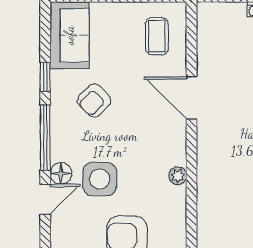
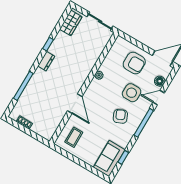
window: (45, 77) -> (123, 157), moved
armchair: (94, 100) -> (120, 116), moved, turned -70
floor lamp: (61, 173) -> (160, 81), moved

